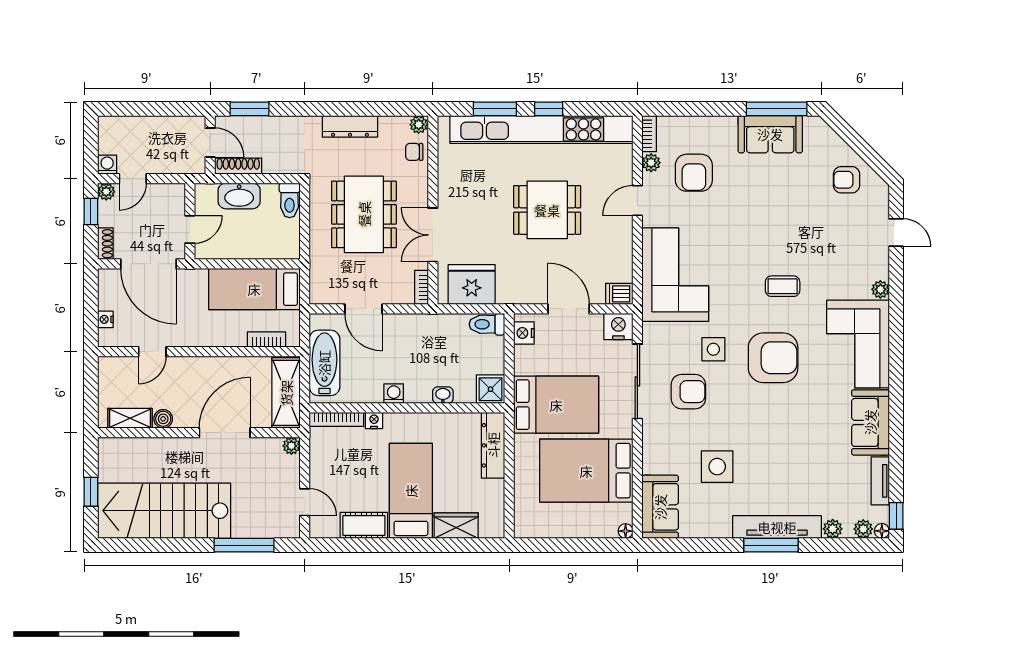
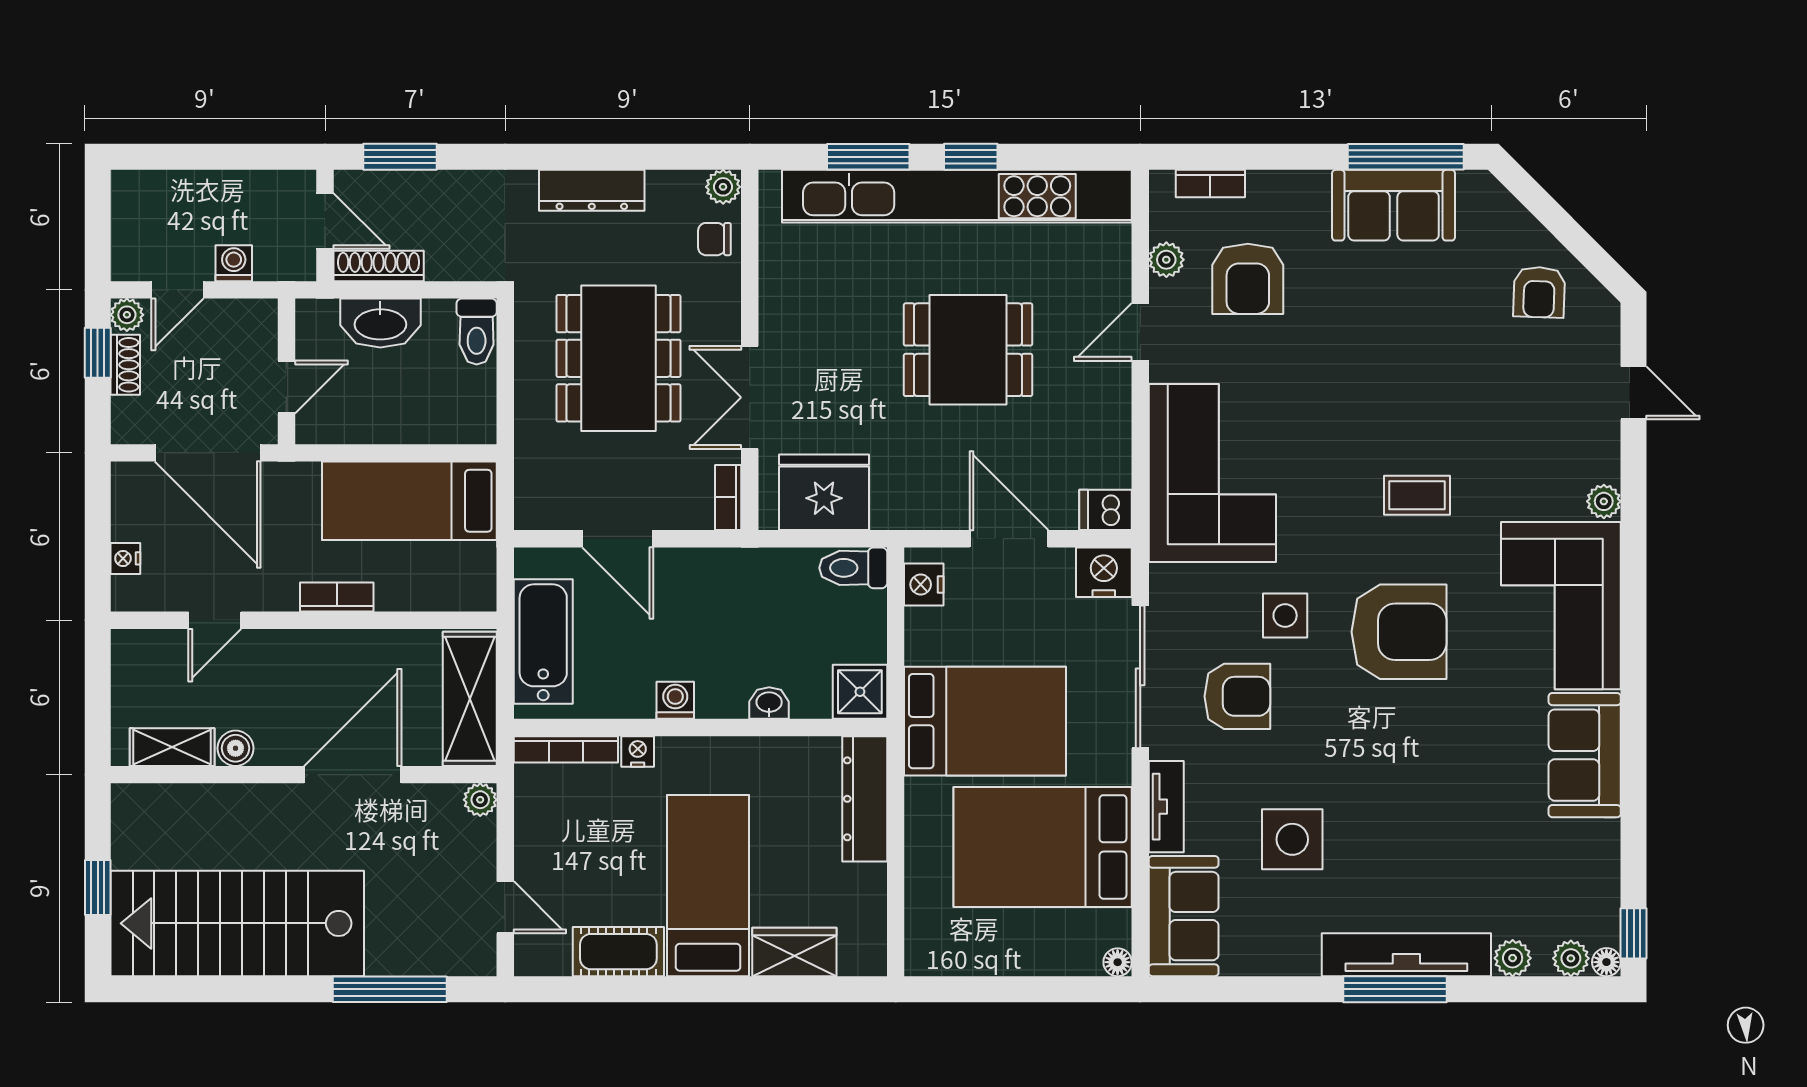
bookcase: (649, 134) -> (1210, 184), moved, turned 90
washing machine: (107, 165) -> (234, 263), moved
armchair: (847, 180) -> (1539, 292), turned -88
shoe rack: (105, 244) -> (125, 365), moved
bookcase: (266, 340) -> (337, 597), moved
tv unit: (880, 481) -> (1166, 807), moved, turned 180

